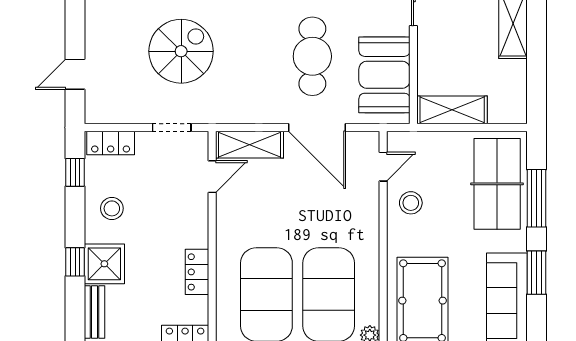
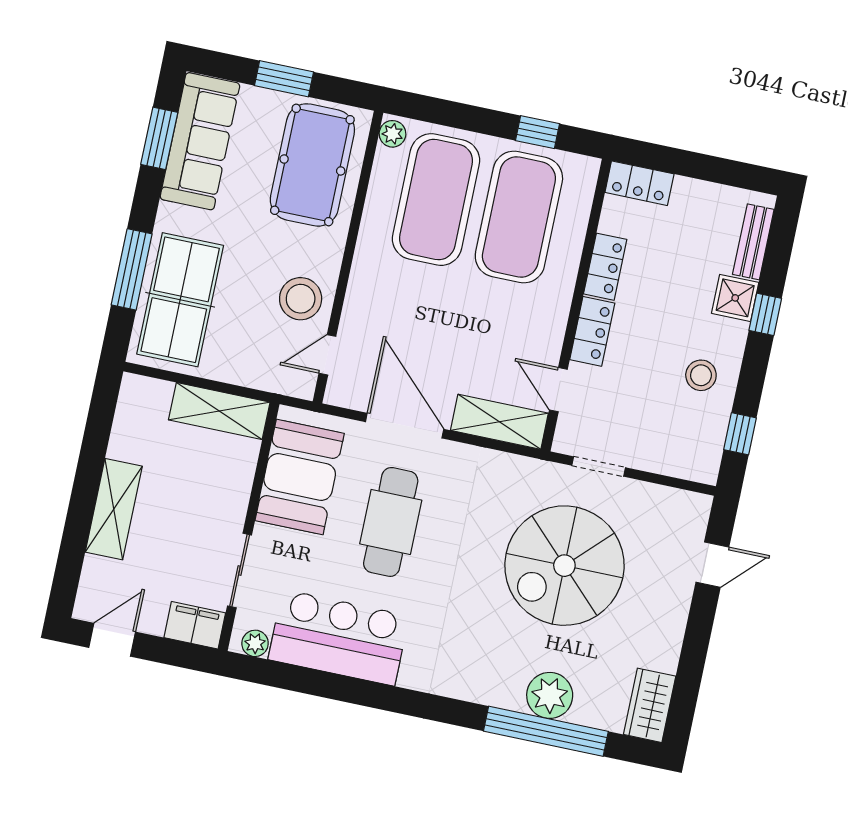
spiral stairs: (181, 51) -> (564, 566), width x1.37, depth x1.37
locker: (111, 143) -> (592, 331), moved, turned 90
door: (212, 177) -> (558, 390), hinge flipped
stool: (411, 203) -> (301, 299), width x1.38, depth x1.38
shower: (104, 264) -> (735, 298), width x0.73, depth x0.73
window: (536, 273) -> (159, 138), moved

